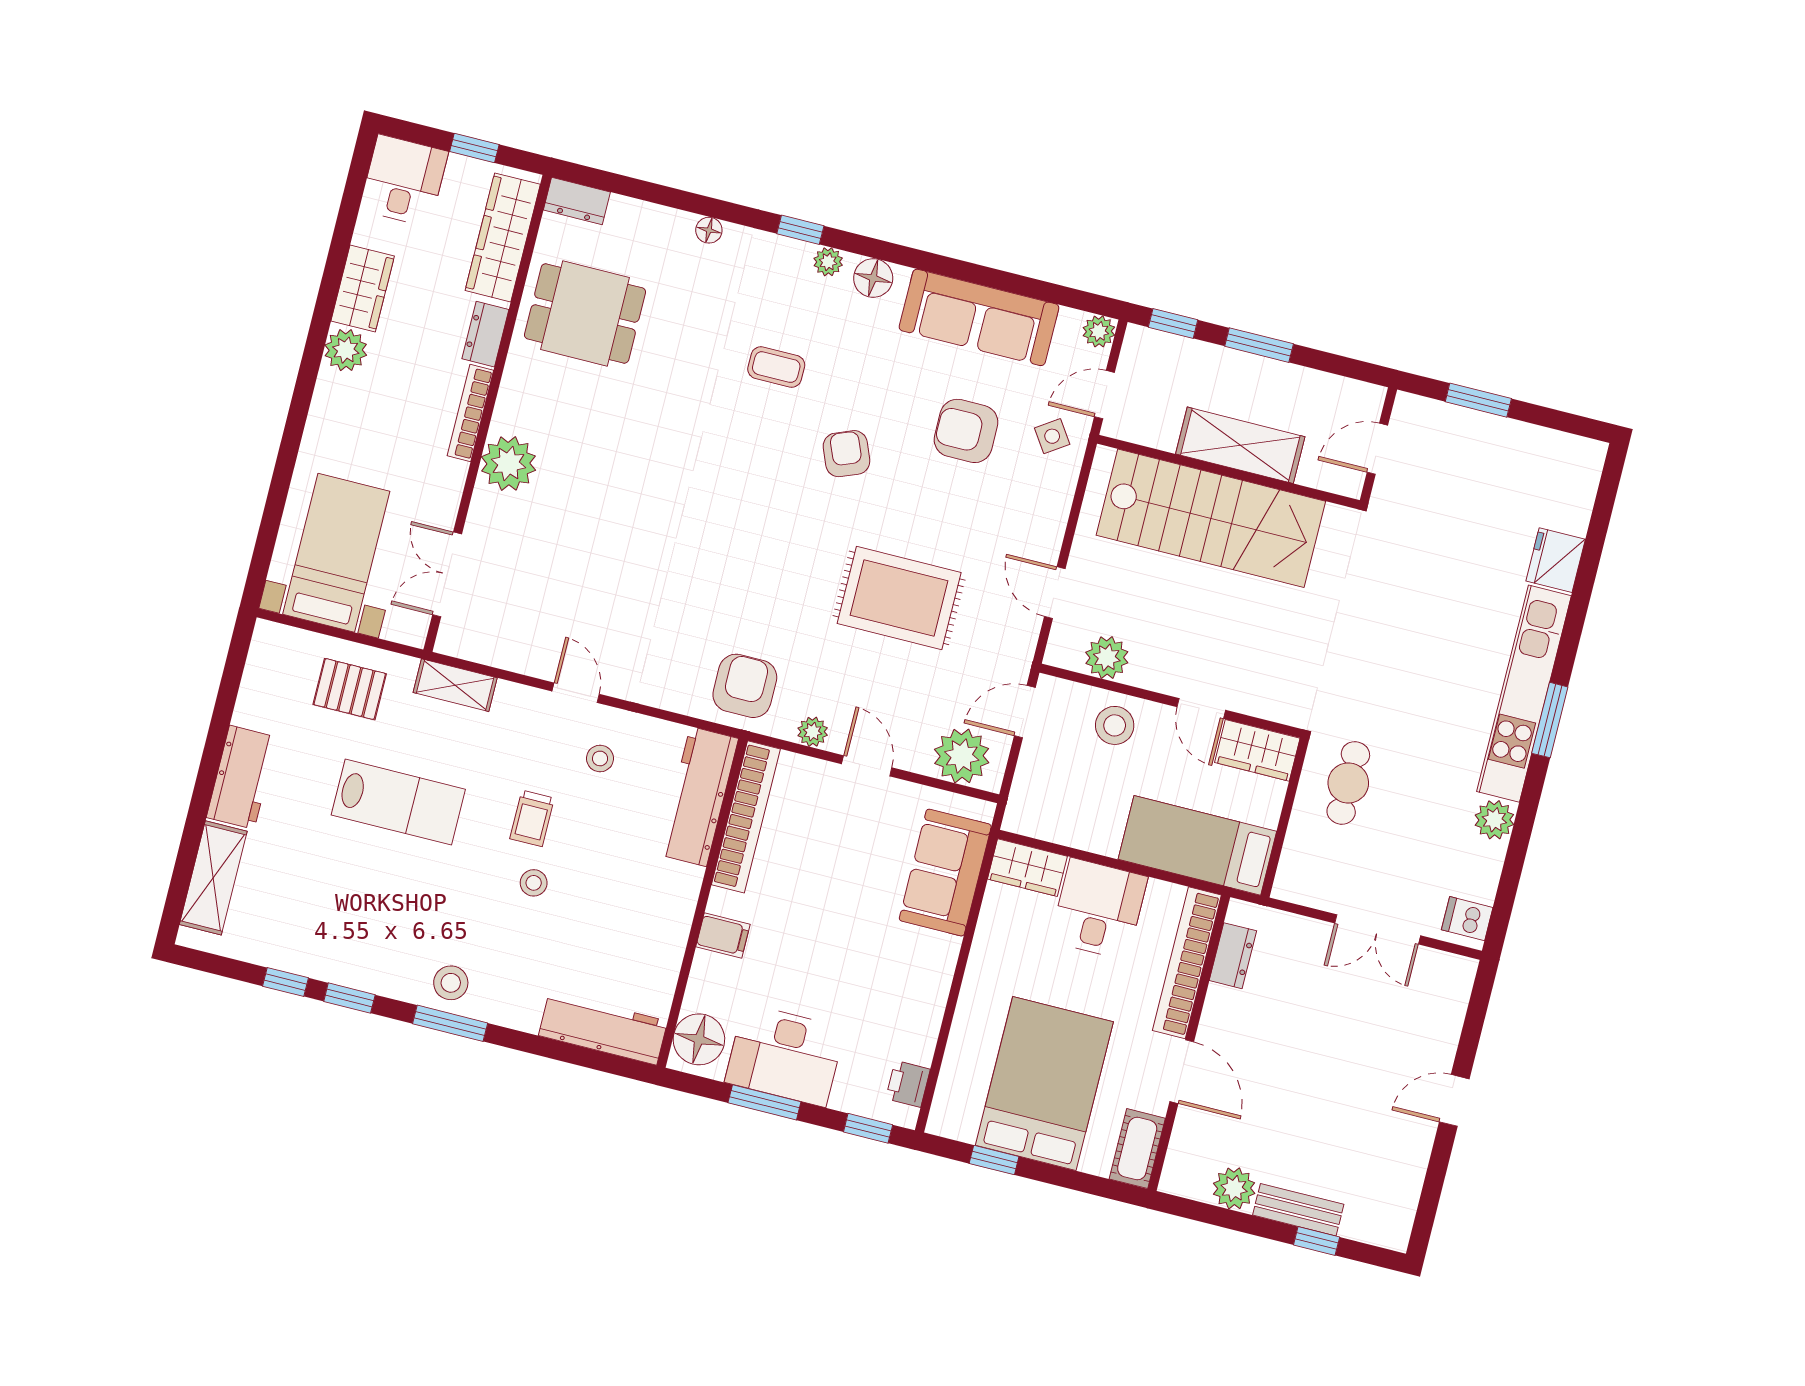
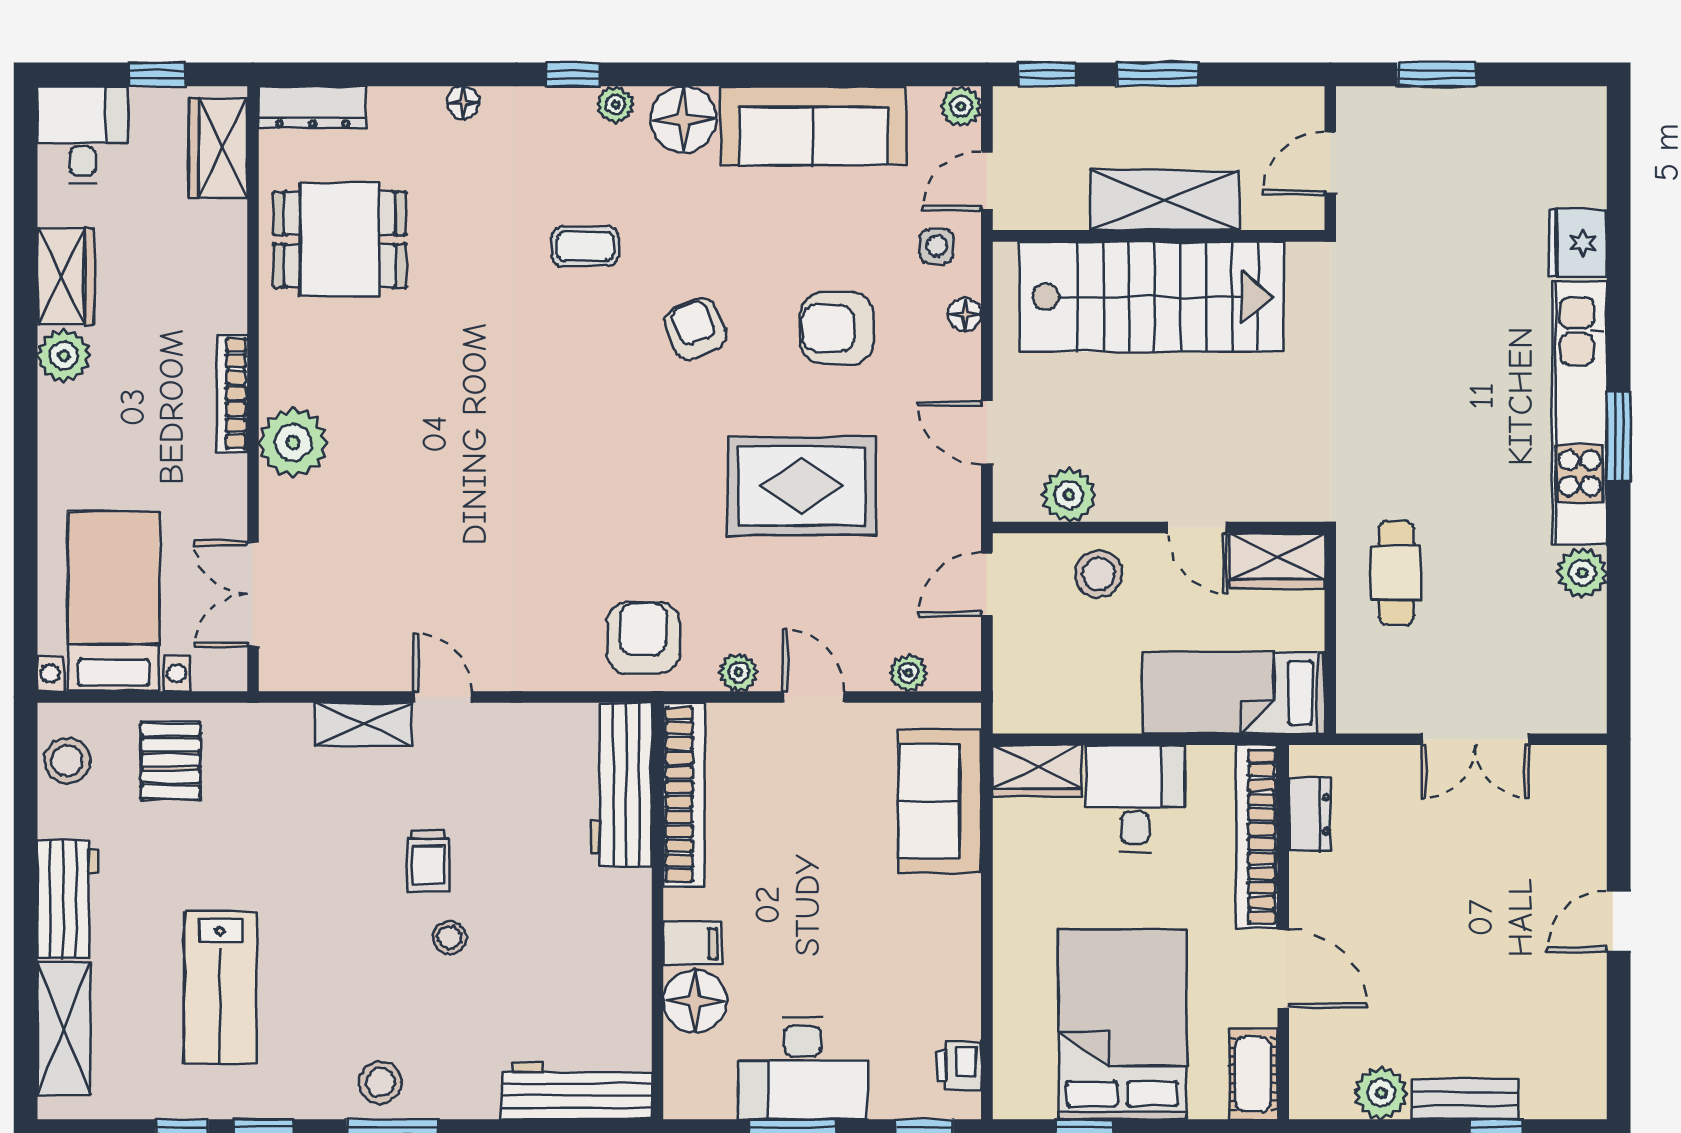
dresser: (577, 201) -> (312, 107), width x1.44
wardrobe: (503, 237) -> (218, 148), width x0.67
floor lamp: (873, 278) -> (683, 119), width x1.38, depth x1.38
dresser: (485, 334) -> (227, 294), removed
armchair: (966, 431) -> (837, 328), moved
side table: (1052, 436) -> (937, 246), turned 34
floor lamp: (1061, 495) -> (965, 314), added
shelving: (455, 685) -> (363, 724), moved
pallet: (350, 689) -> (171, 761), turned 90
plant: (962, 756) -> (908, 673), width x0.53, depth x0.53
stool: (600, 758) -> (67, 761), moved, width x1.37, depth x1.37
lab bench: (398, 802) -> (220, 988), moved, turned 90
dishwasher: (1467, 919) -> (1579, 699), removed
floor lamp: (699, 1039) -> (695, 1001), moved

